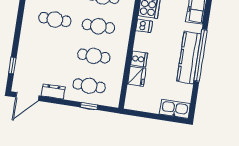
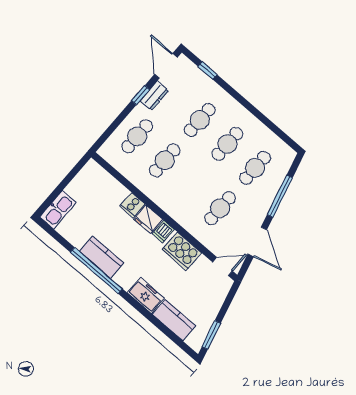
cafe table: (98, 26) -> (200, 120), moved
kitchen counter: (189, 58) -> (102, 257), width x0.67
fridge: (137, 76) -> (148, 219), moved
window: (89, 106) -> (141, 95), moved

